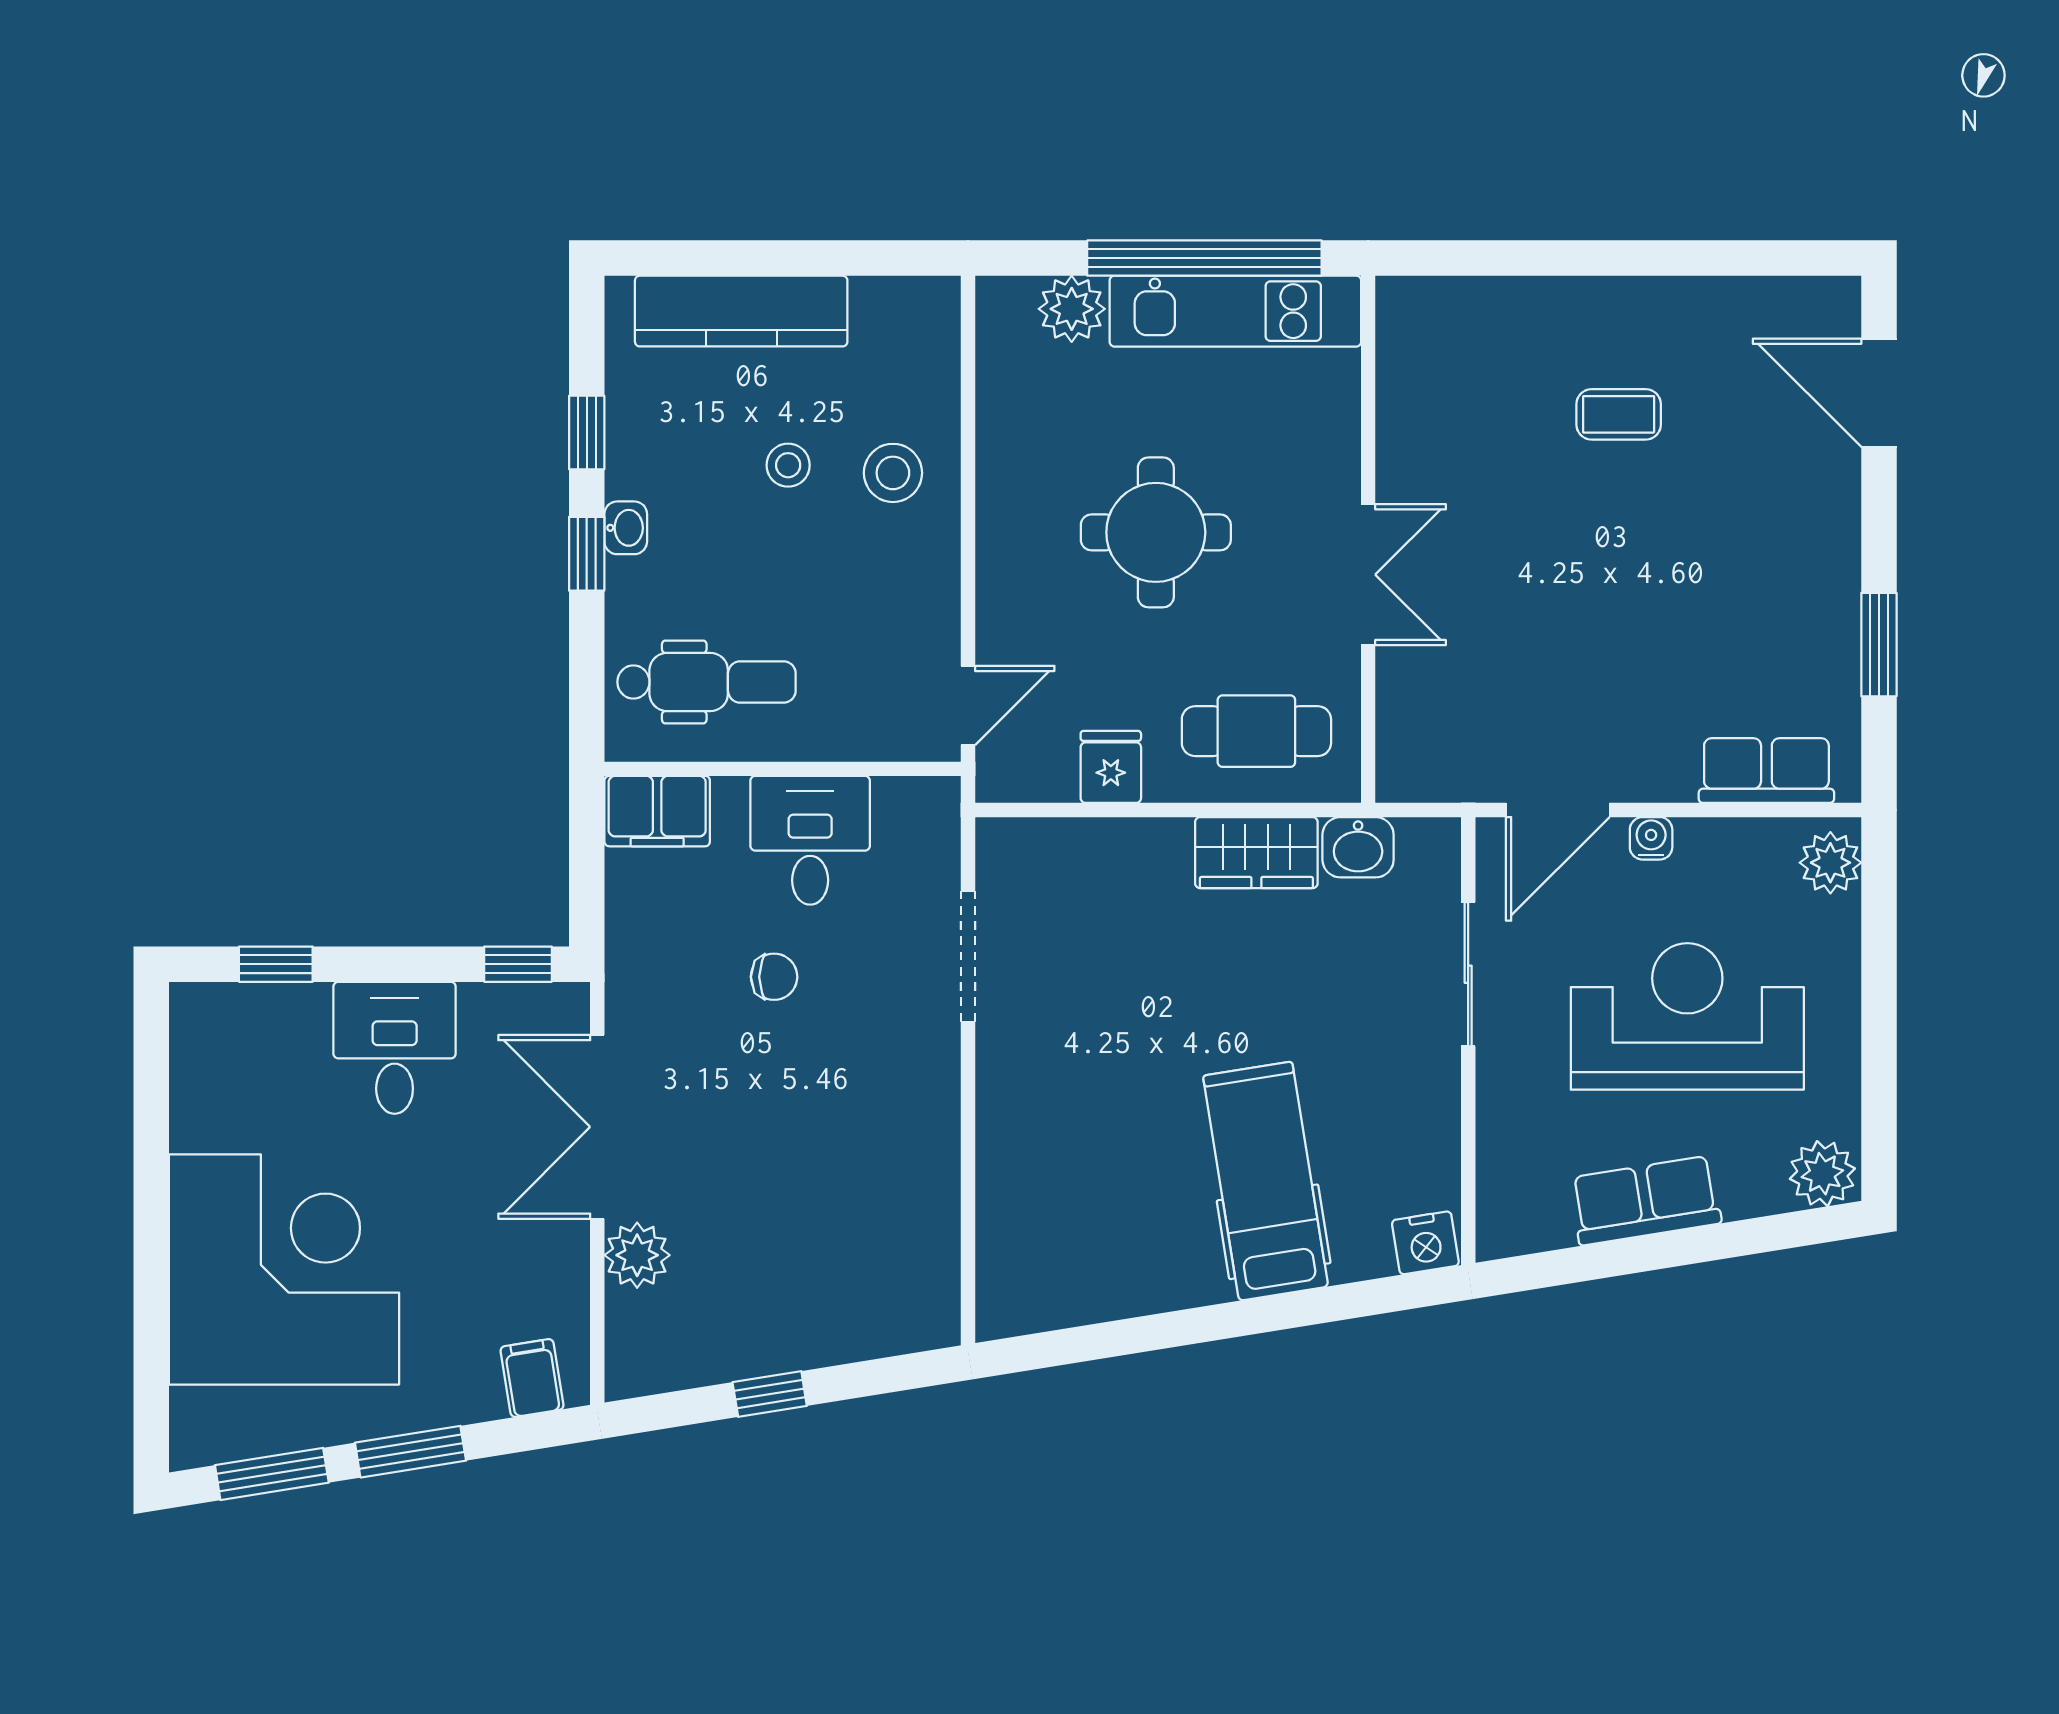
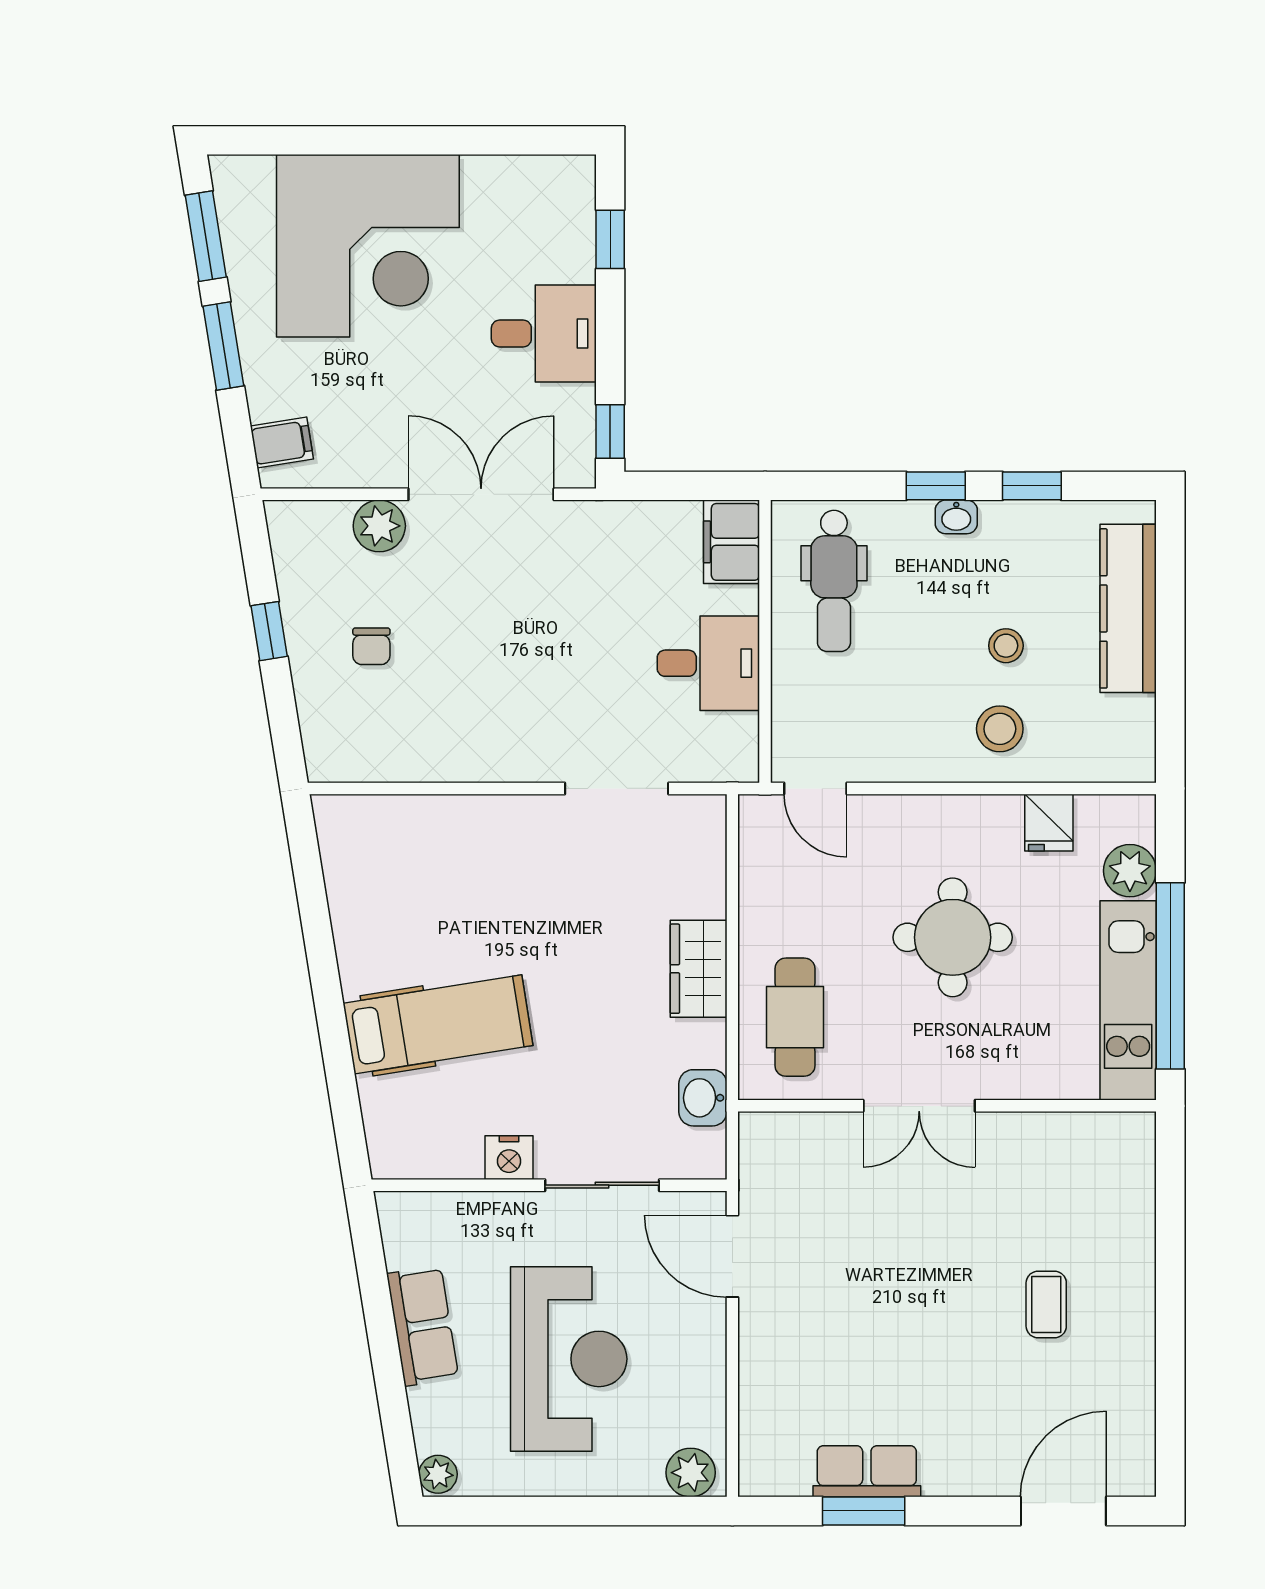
fridge: (1111, 767) -> (1049, 823), moved, turned 90
row of seats: (1766, 771) -> (867, 1471), moved, turned -90
water cooler: (1651, 838) -> (710, 1330), removed
wardrobe: (1256, 853) -> (699, 969), moved
chair: (774, 977) -> (371, 646), moved
plant: (1822, 1174) -> (438, 1474), width x0.73, depth x0.73
nightstand: (1425, 1243) -> (509, 1158), moved, turned -81

